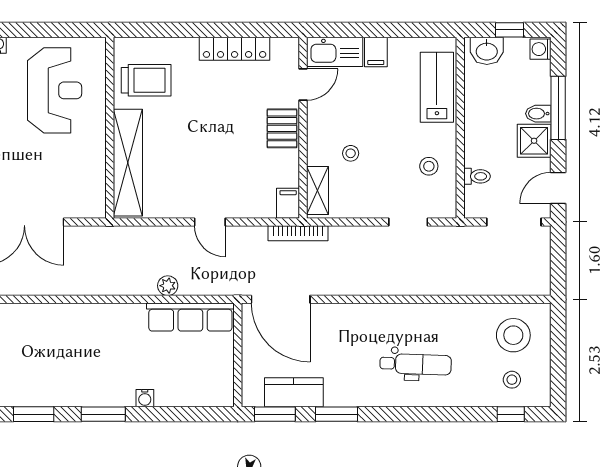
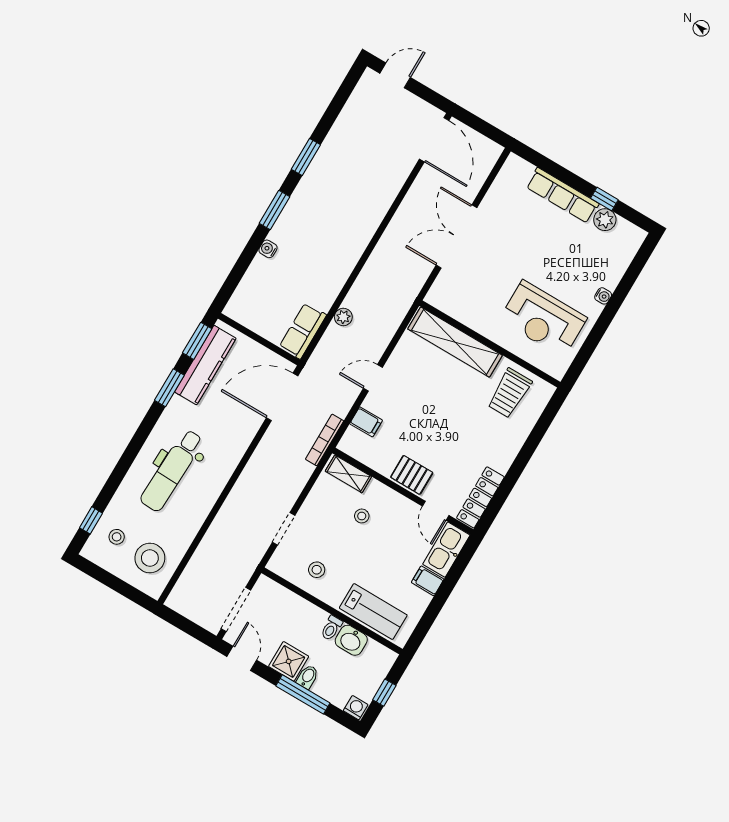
locker: (235, 49) -> (480, 497), moved
washbasin: (487, 51) -> (351, 640), moved, turned -90
toilet: (477, 176) -> (331, 628), moved
filing cabinet: (288, 203) -> (366, 422), moved
row of seats: (190, 317) -> (303, 331), width x0.68
dental chair: (416, 364) -> (172, 470), width x1.36, depth x1.38
kitchen counter: (294, 392) -> (205, 365), width x1.50

